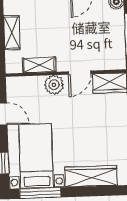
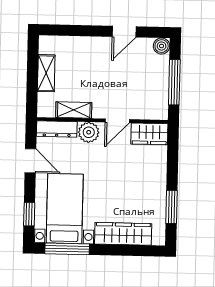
dresser: (24, 83) -> (57, 129), added

